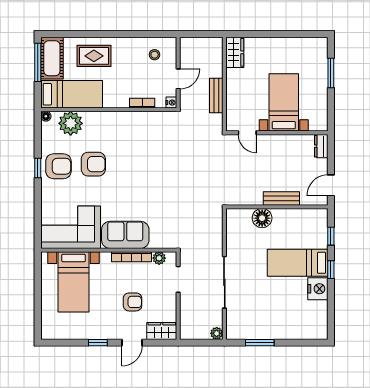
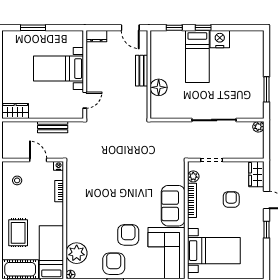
armchair: (93, 164) -> (128, 235), moved

